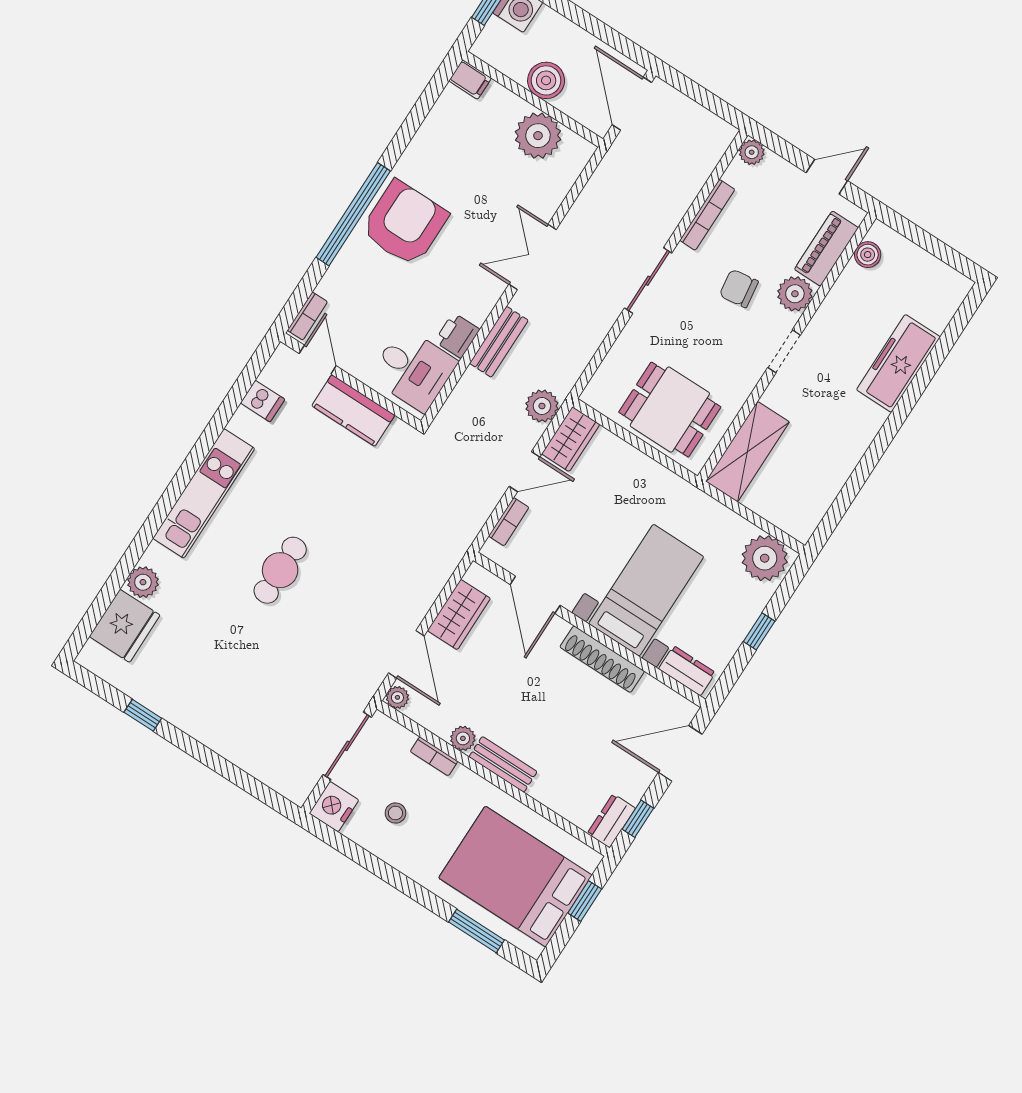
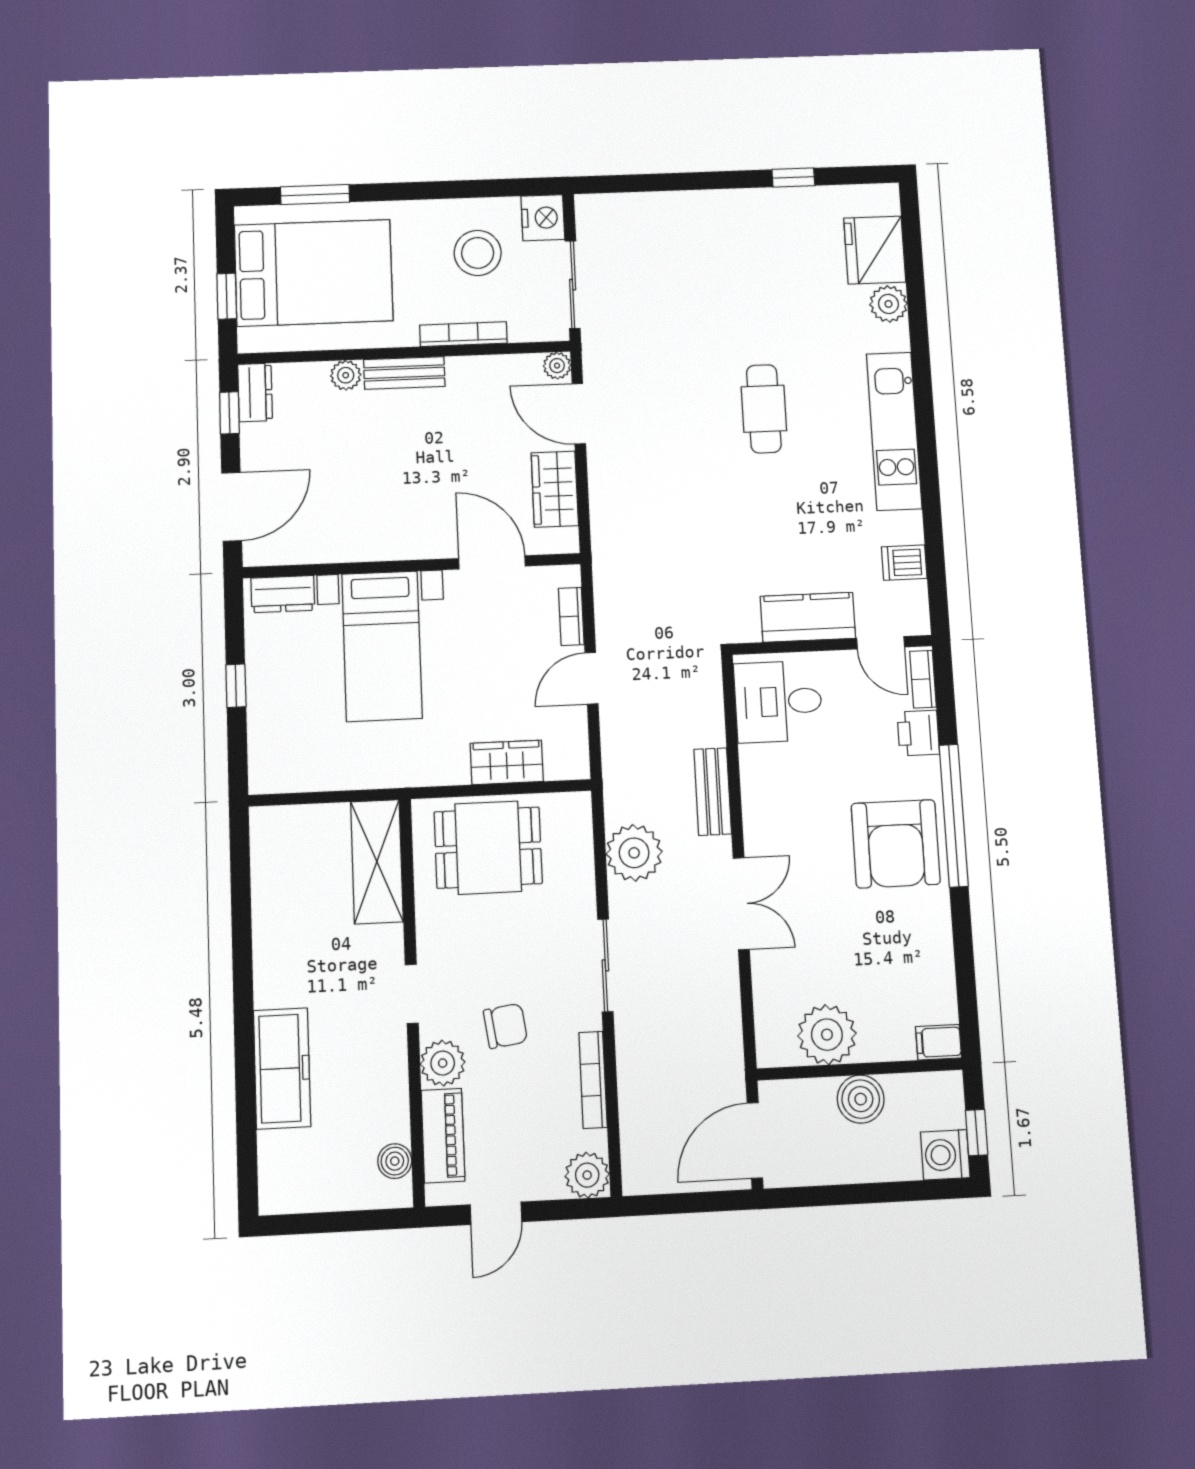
door: (632, 104) -> (755, 1140), swing flipped
plant: (752, 152) -> (587, 1175), width x1.38, depth x1.38
printer: (457, 336) -> (918, 733), moved, turned 180
plant: (542, 406) -> (634, 853), moved, width x1.36, depth x1.36
wardrobe: (571, 439) -> (507, 762), moved, turned 90
plant: (765, 558) -> (282, 764), removed
shoe rack: (602, 659) -> (378, 546), removed
plant: (463, 738) -> (346, 375), moved
bookcase: (434, 756) -> (463, 334), width x1.56
stool: (395, 813) -> (478, 253), width x1.89, depth x1.89

